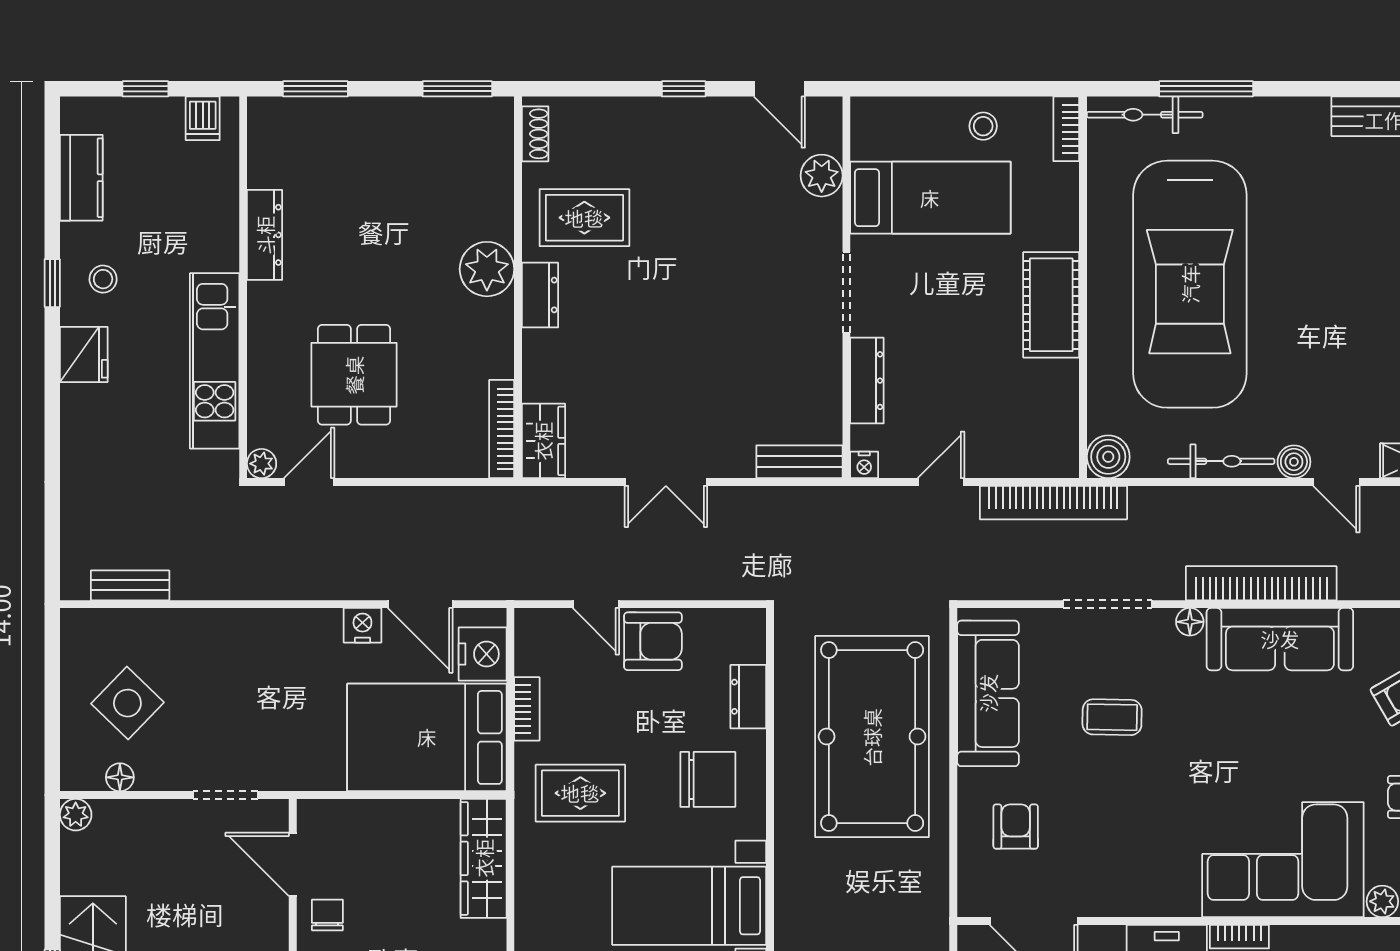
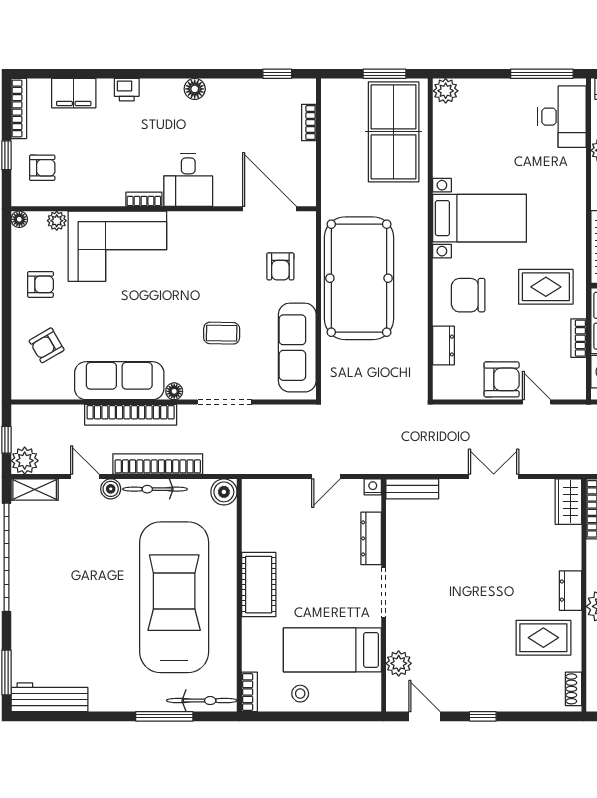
bookcase: (1053, 503) -> (158, 464), moved
armchair: (653, 641) -> (502, 379), turned 180
pool table: (872, 737) -> (359, 278), moved

